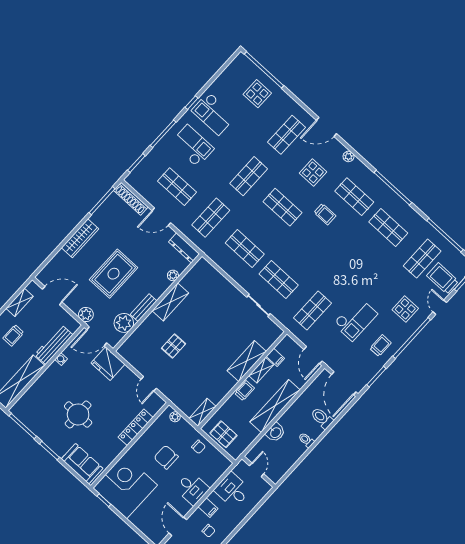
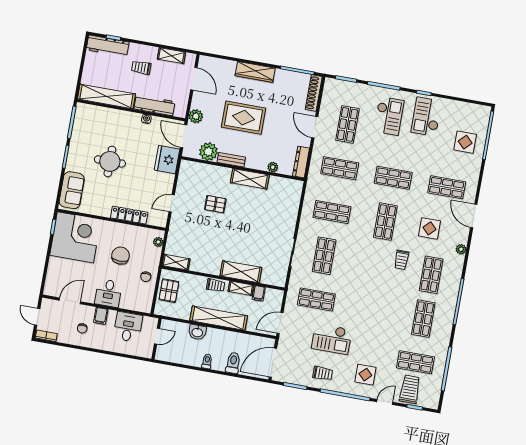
shop shelf: (245, 249) -> (332, 212), turned 90

